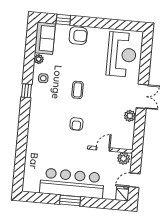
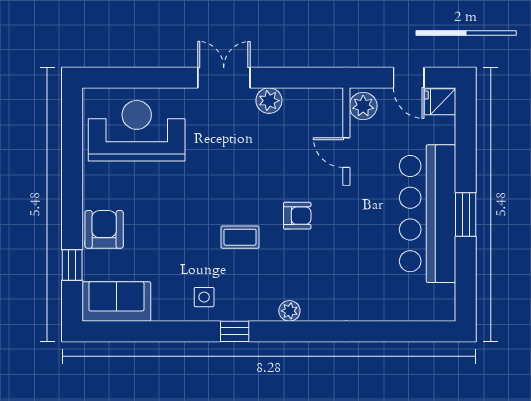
plant: (39, 59) -> (289, 311), moved
coffee table: (78, 90) -> (240, 237), moved

